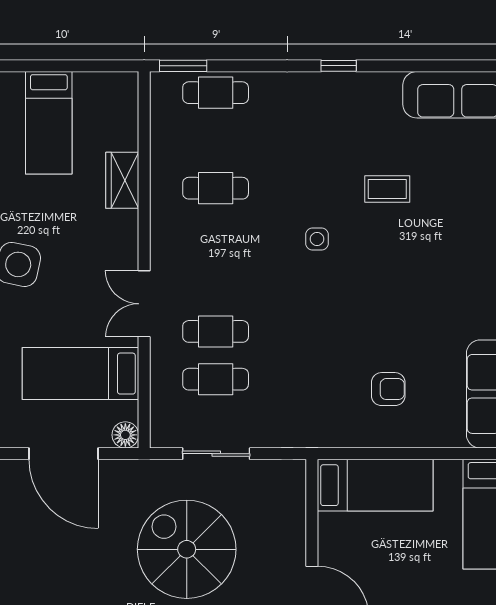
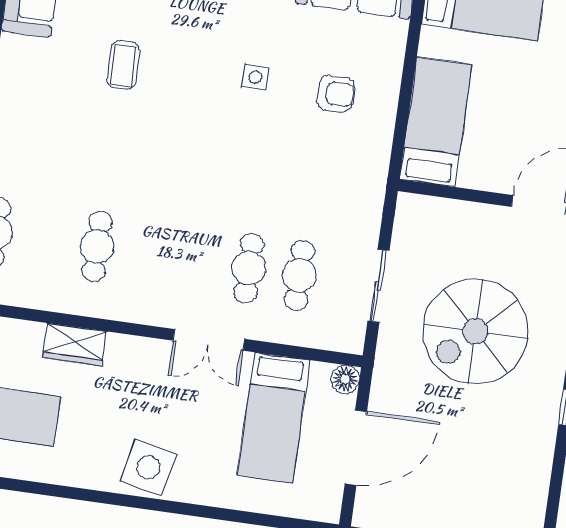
side table: (317, 239) -> (255, 77), moved
armchair: (388, 389) -> (336, 94), turned 90

